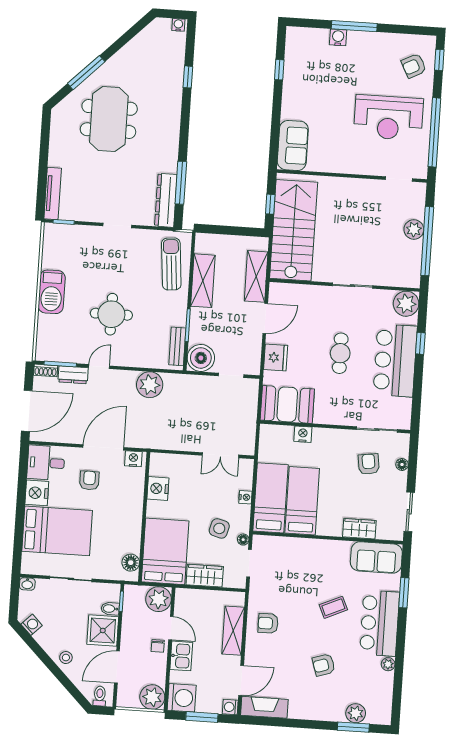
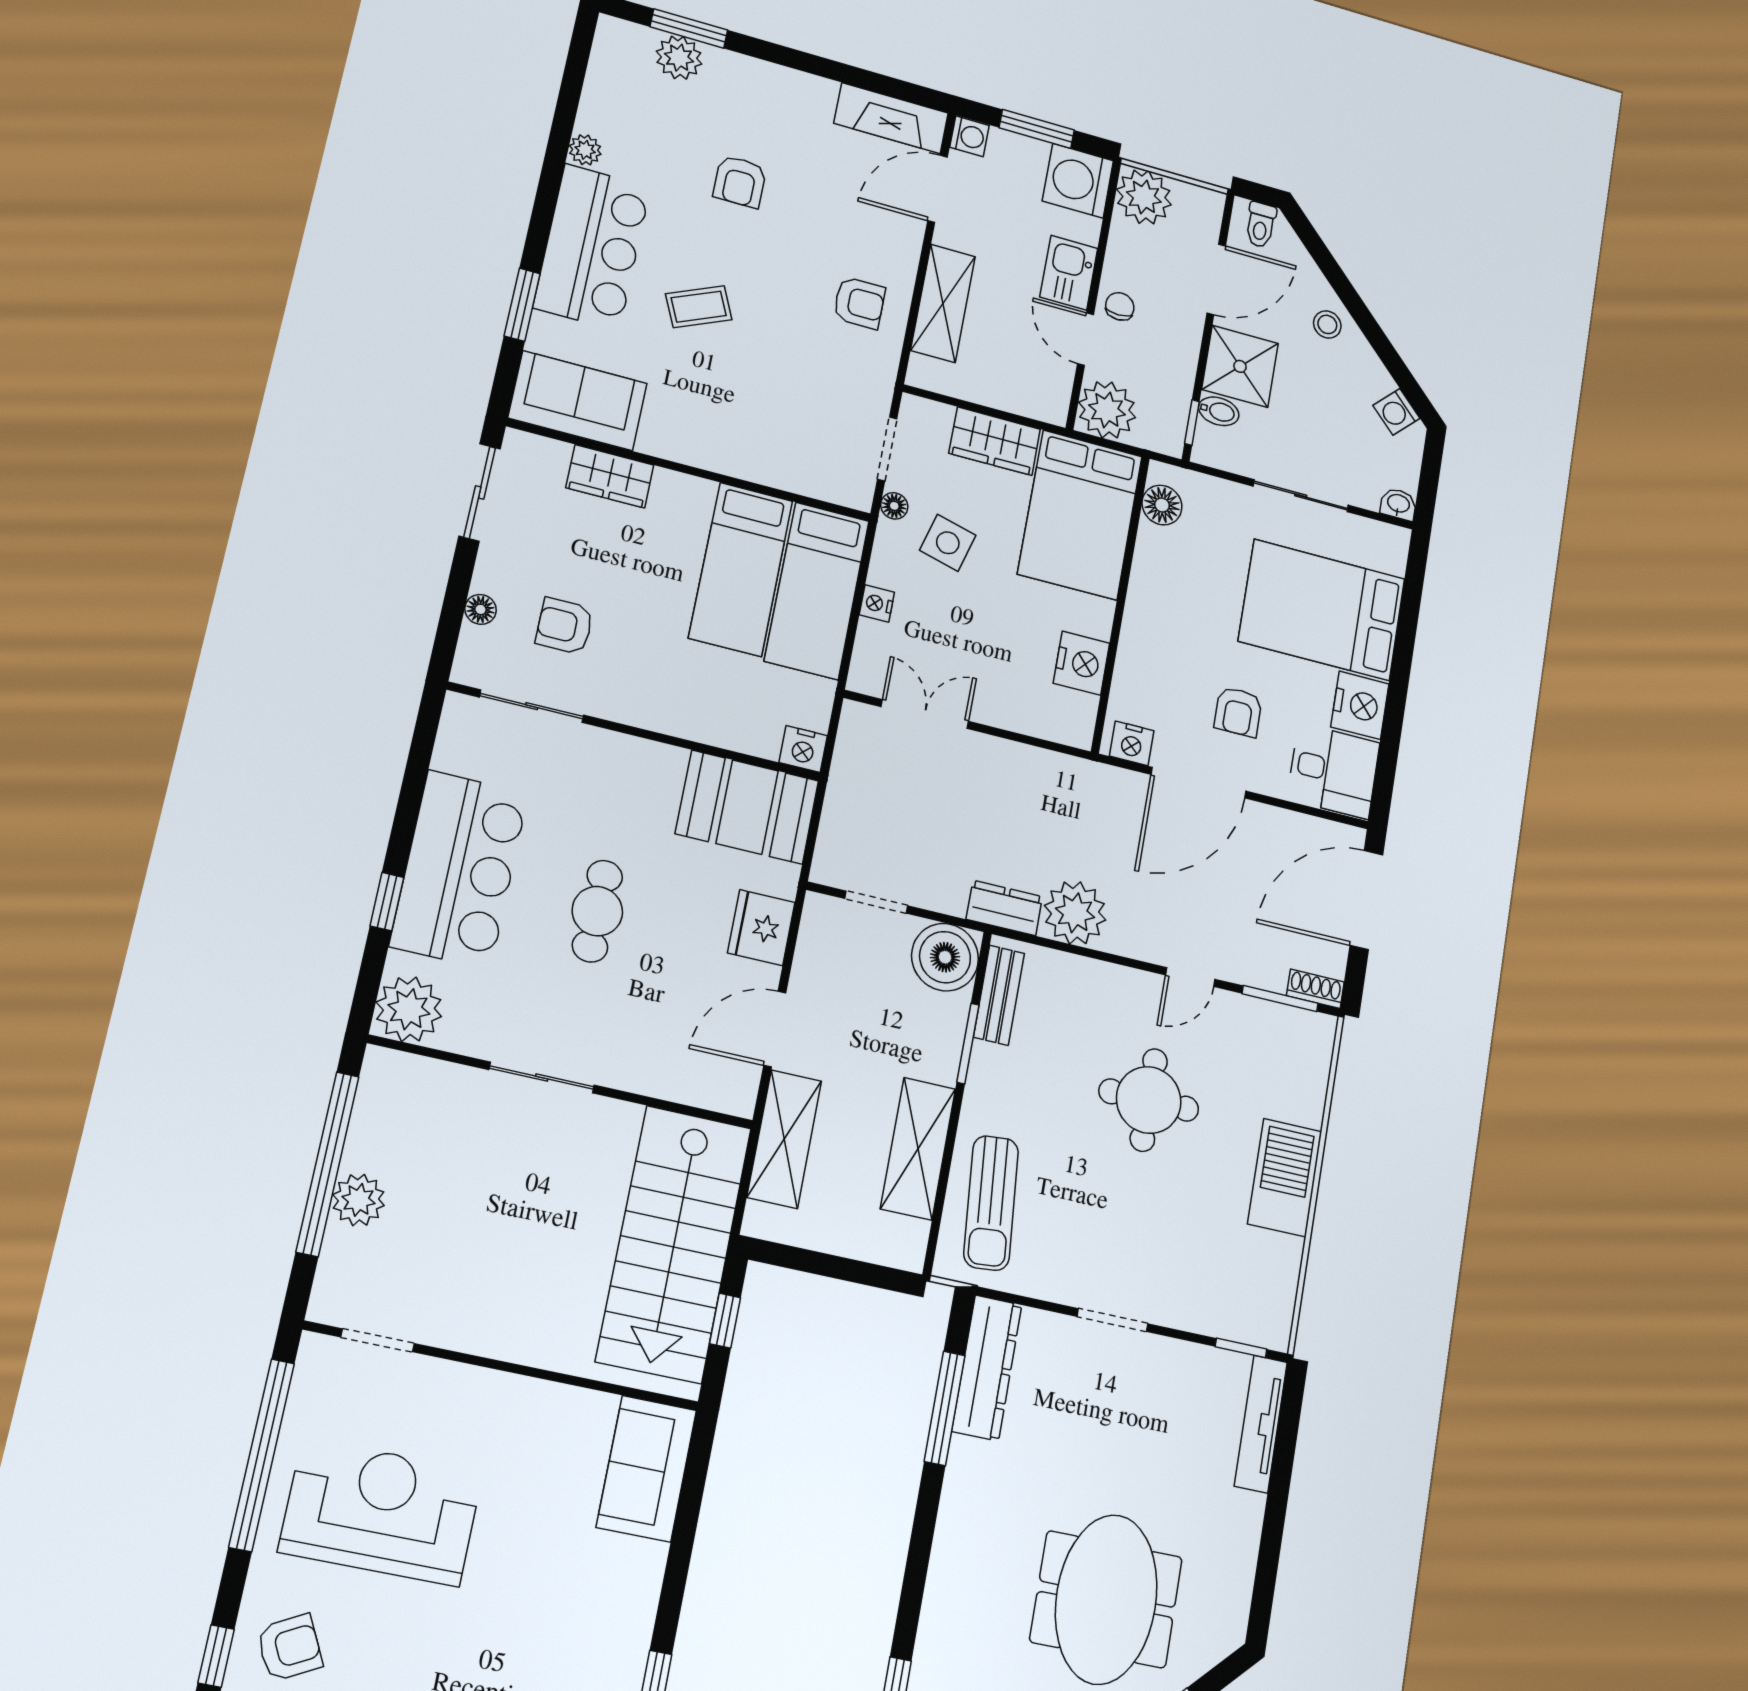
dresser: (73, 375) -> (1004, 908), moved
nightstand: (303, 434) -> (803, 749), moved
armchair: (369, 464) -> (564, 626), turned 98
armchair: (324, 665) -> (740, 182), turned 108

